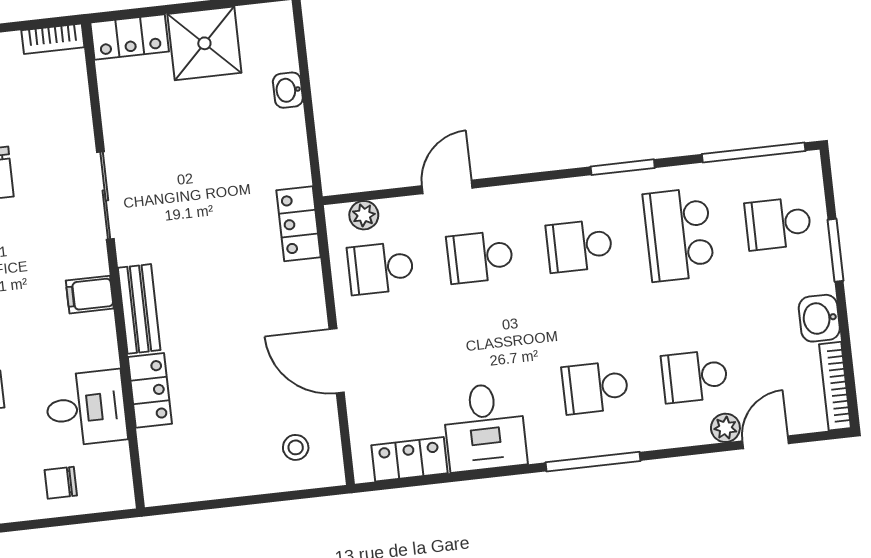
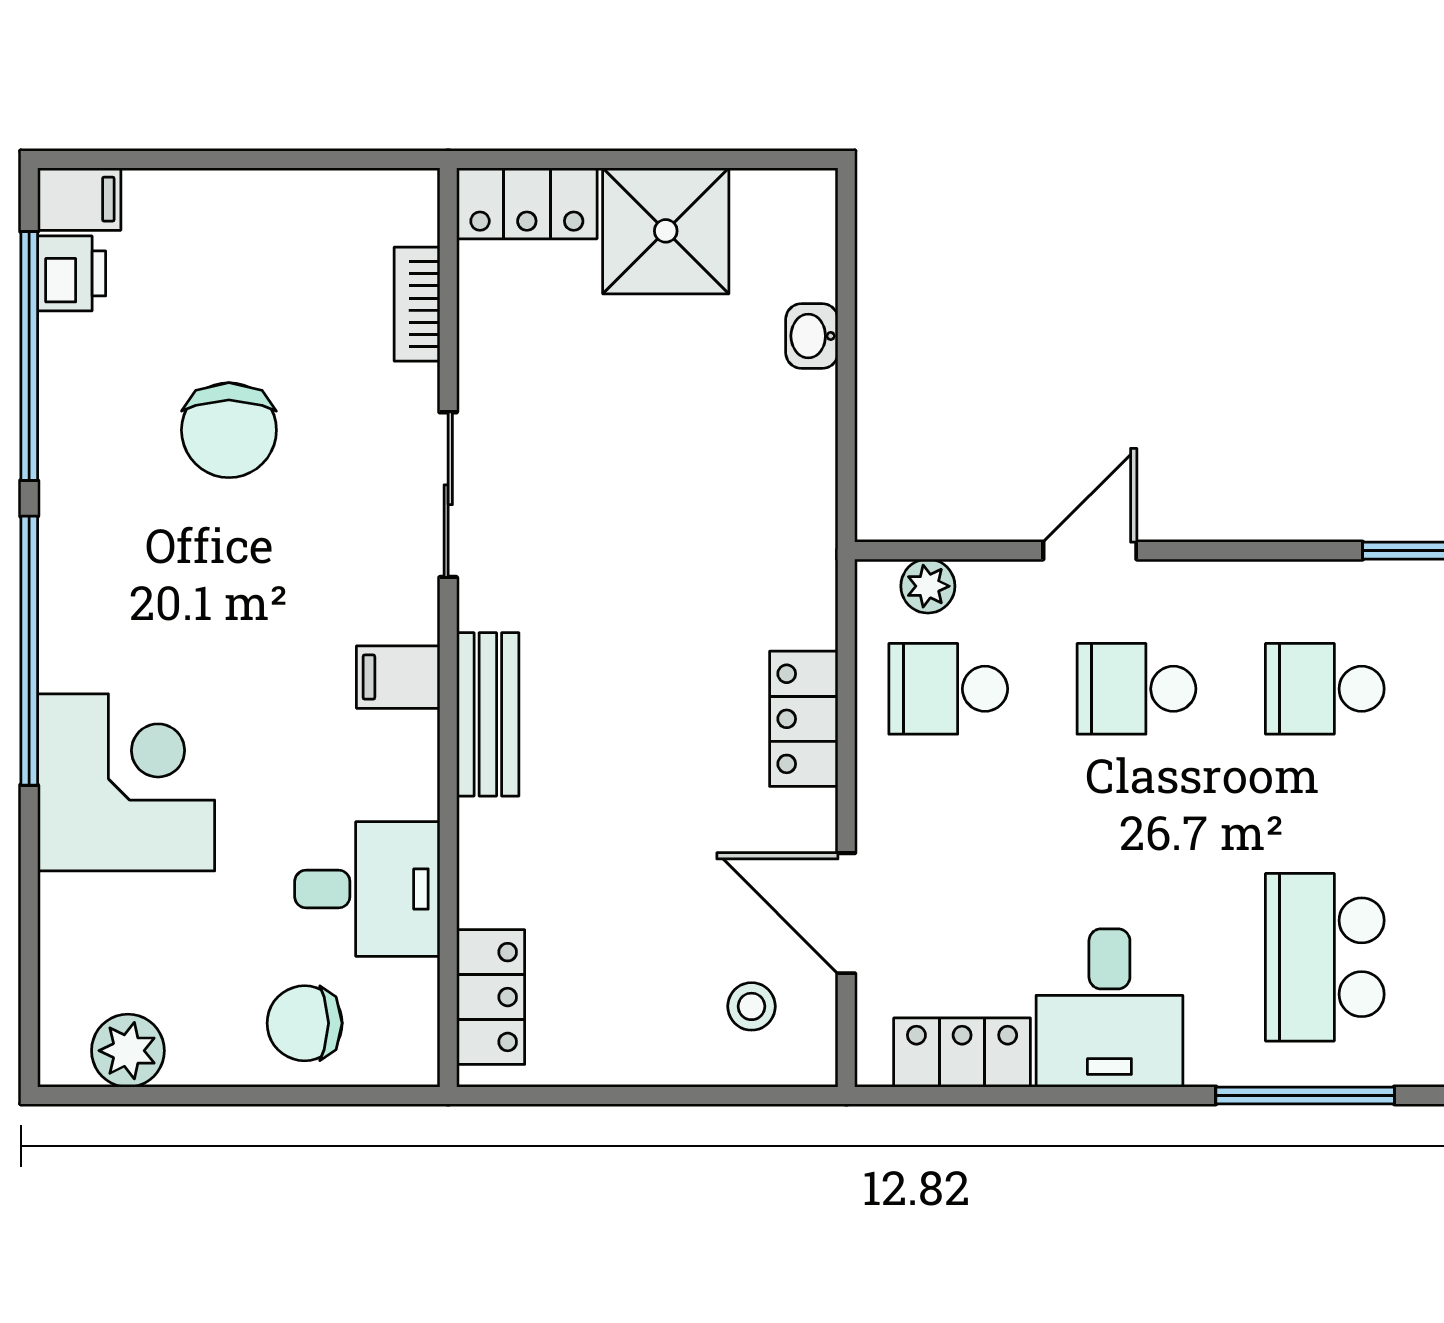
bookcase: (53, 39) -> (417, 304), moved, turned 90
locker: (298, 224) -> (804, 719), moved
door: (337, 361) -> (846, 913), moved
school desk: (595, 388) -> (1325, 957), width x1.85
locker: (150, 390) -> (491, 997), moved
chair: (61, 483) -> (305, 1023), width x1.37, depth x1.37

